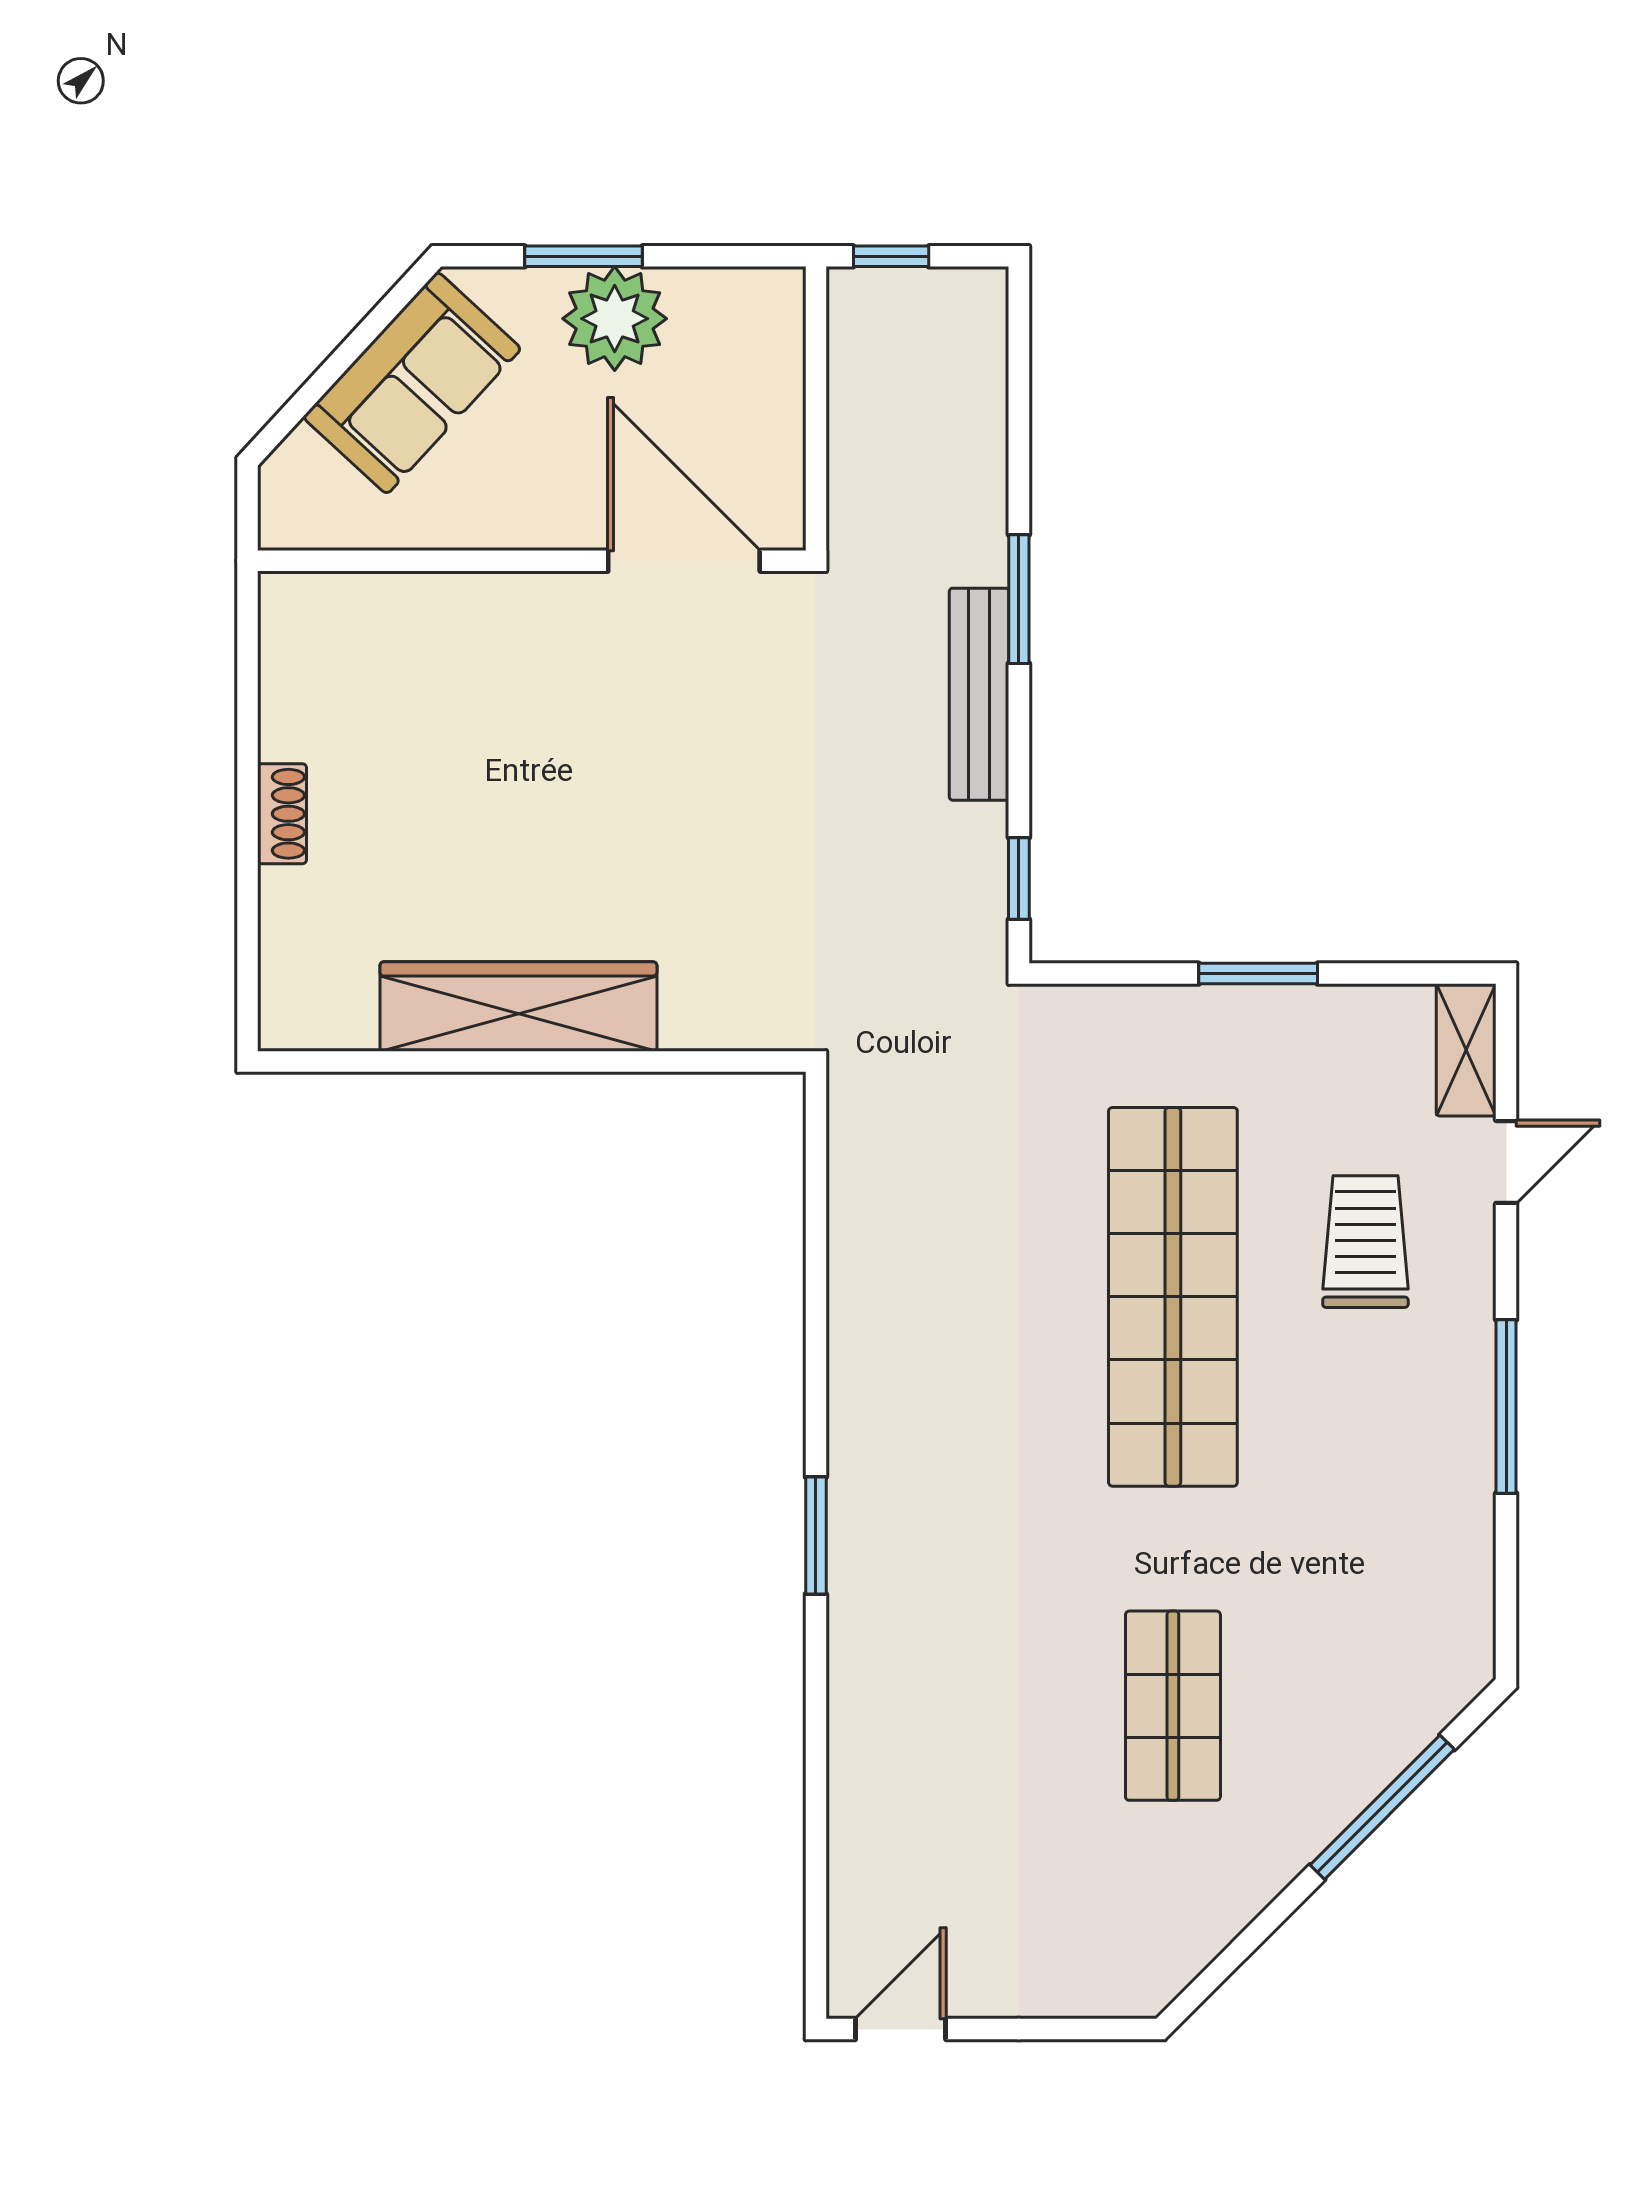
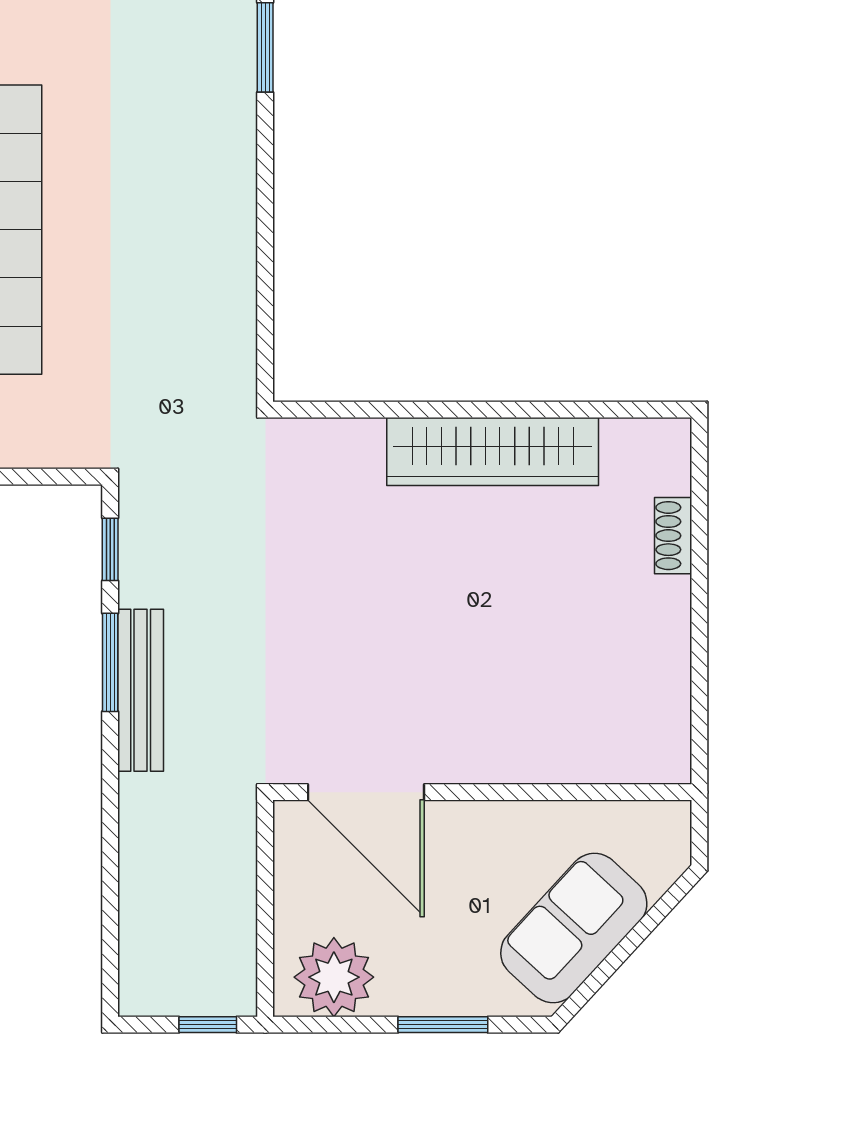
plant: (615, 319) -> (334, 977), moved
window: (1019, 599) -> (110, 662), moved
shoe rack: (282, 814) -> (673, 536), moved

